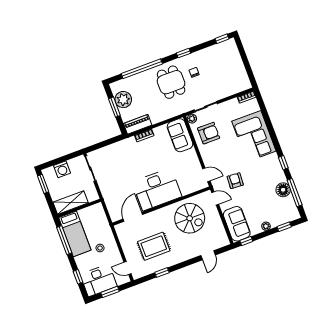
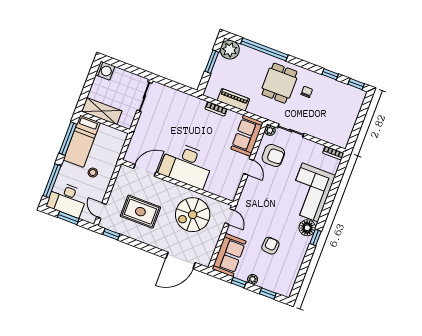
window: (184, 53) -> (330, 74), moved
plant: (123, 100) -> (230, 50), moved
piano: (138, 124) -> (233, 100), moved
washing machine: (62, 169) -> (105, 71), moved, turned -90
door: (206, 175) -> (249, 167), moved
armchair: (235, 181) -> (270, 246), moved
window: (43, 184) -> (92, 74), removed
floor lamp: (283, 190) -> (307, 228), moved
window: (295, 193) -> (303, 272), removed
spiral stairs: (190, 218) -> (193, 215), turned 90
window: (246, 241) -> (239, 282), moved
door: (208, 255) -> (181, 260), width x1.87
window: (162, 273) -> (111, 234), moved
window: (78, 277) -> (52, 181), width x2.17

